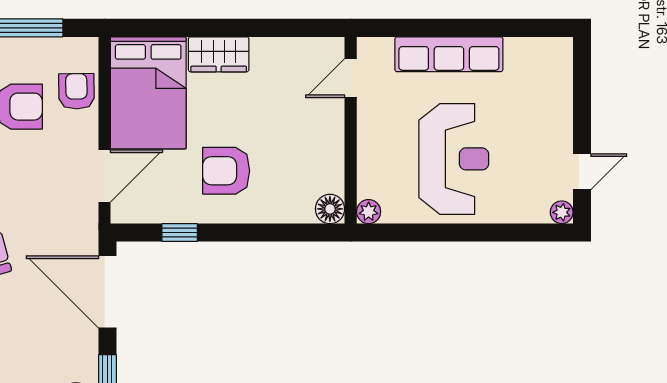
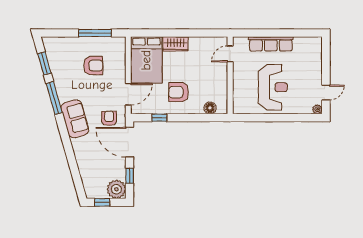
armchair: (76, 91) -> (109, 118), moved
floor lamp: (330, 209) -> (210, 108), moved
plant: (369, 212) -> (238, 109), removed

